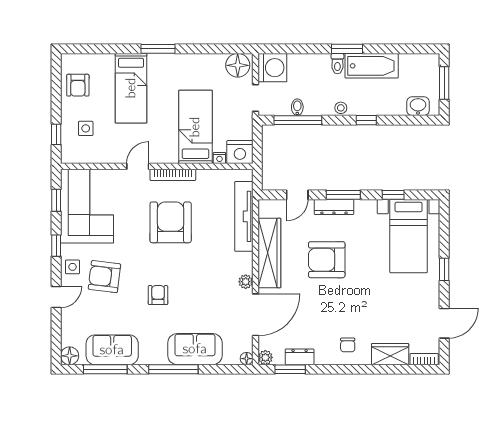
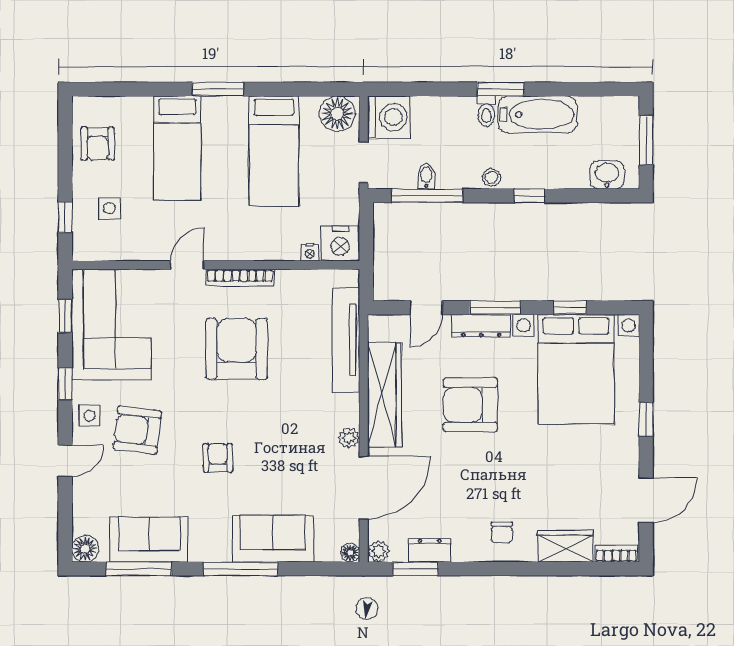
bed: (195, 127) -> (274, 151), moved, turned 180
bed with nightstands: (409, 236) -> (576, 369), width x1.36

